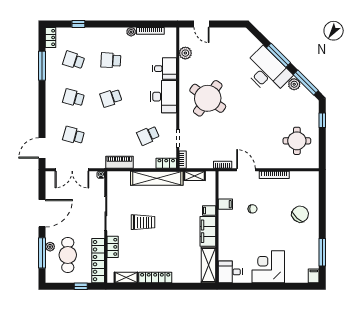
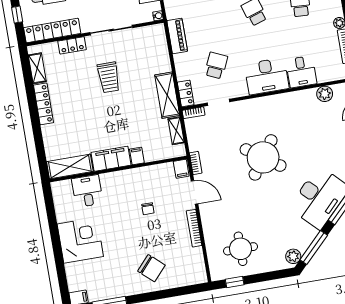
plant: (294, 84) -> (293, 256), moved
round table: (208, 98) -> (263, 157), moved
window: (322, 120) -> (235, 282), moved
school desk: (148, 135) -> (216, 66), turned 48
door: (246, 170) -> (194, 192), hinge flipped
shelving: (157, 178) -> (167, 95), width x0.68
filing cabinet: (225, 204) -> (181, 169), moved
desk: (230, 272) -> (87, 191), moved

